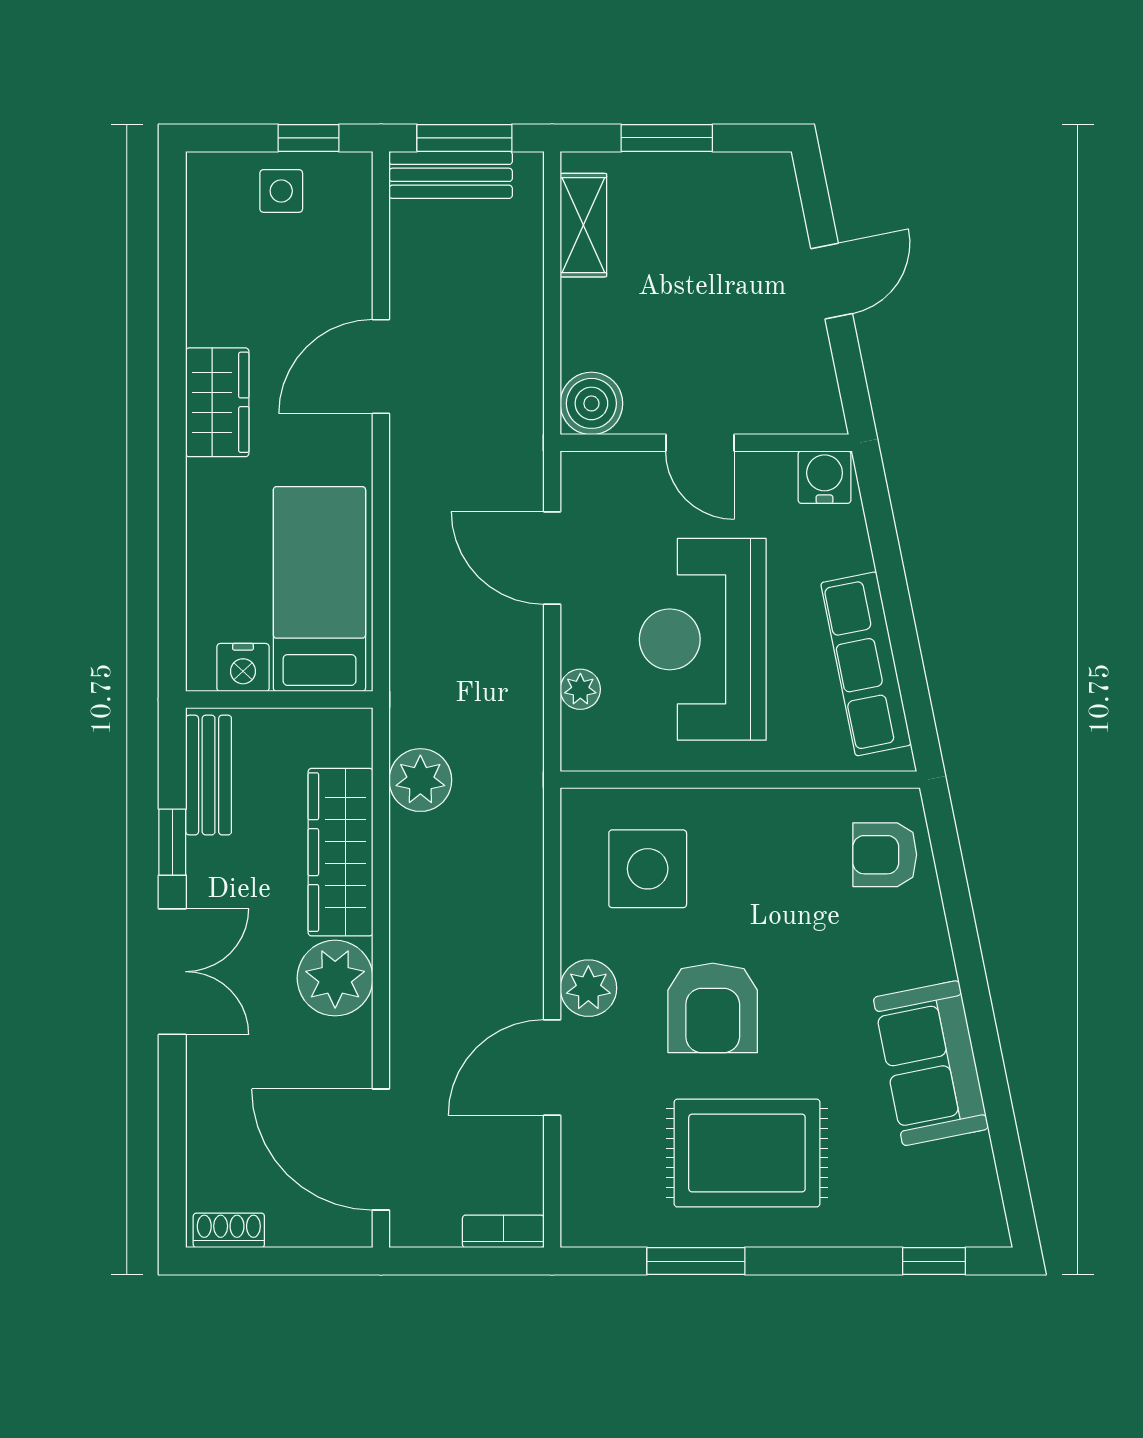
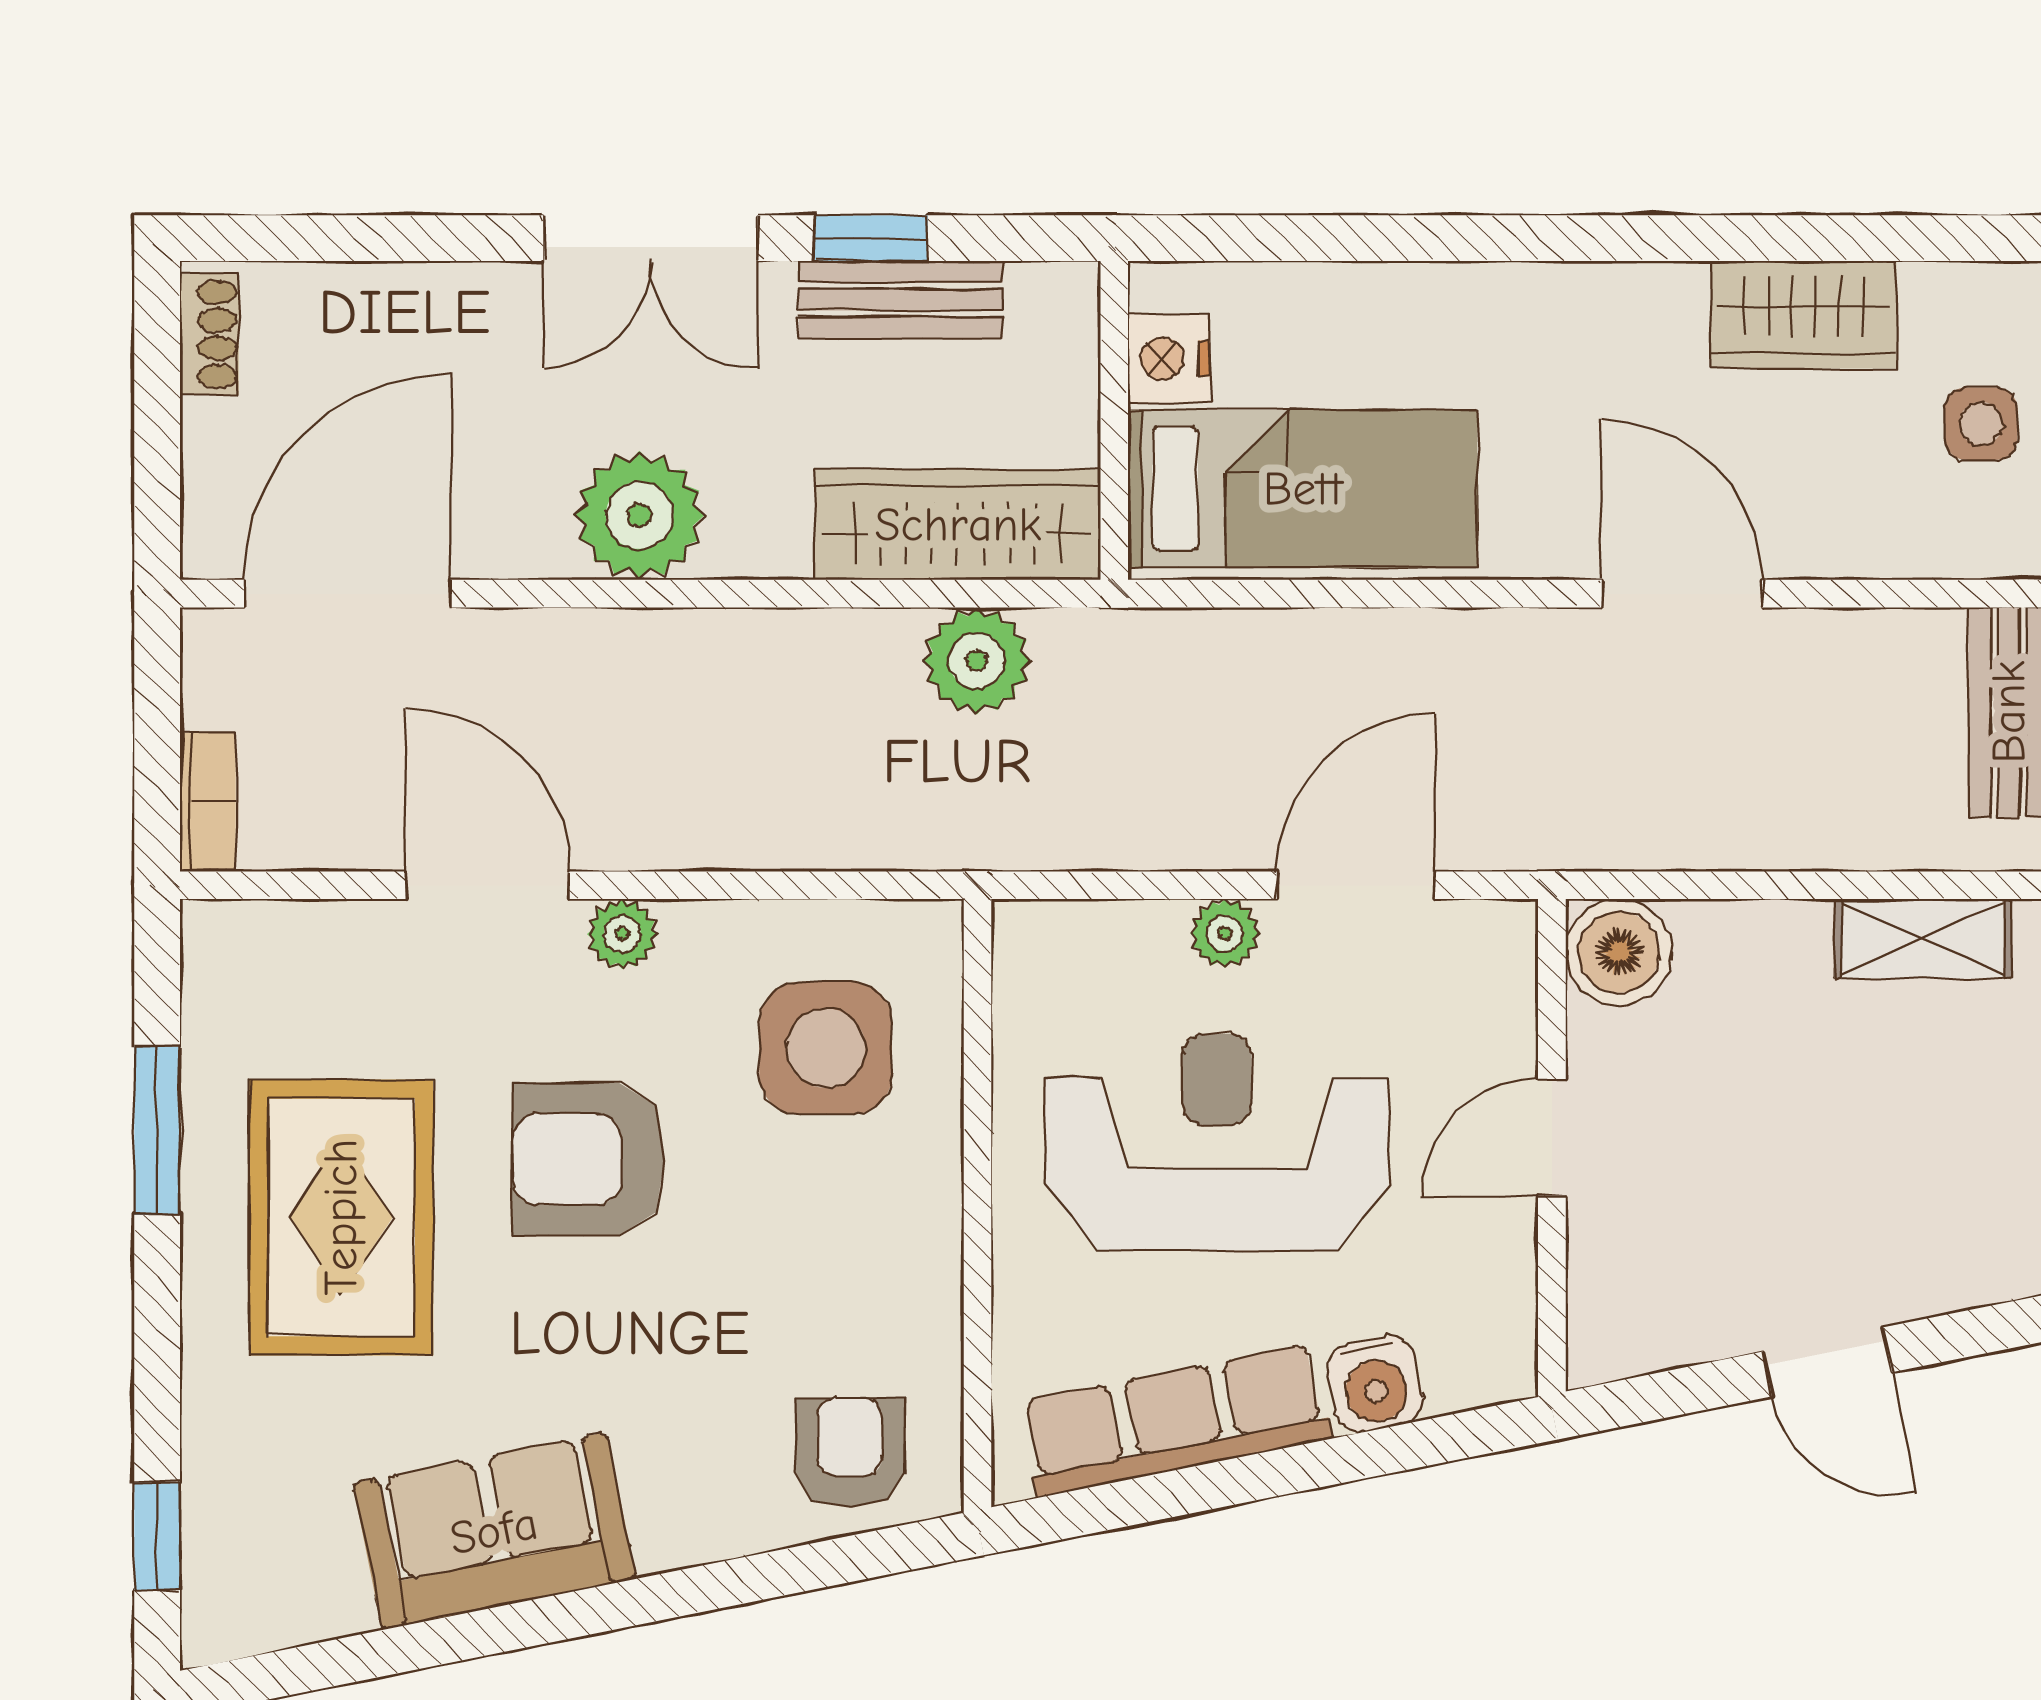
wardrobe: (217, 402) -> (1804, 315), moved
water cooler: (825, 477) -> (1375, 1384), moved, turned 79
plant: (580, 689) -> (1225, 933), moved
bench: (209, 775) -> (901, 300), moved
wardrobe: (341, 852) -> (958, 525), moved
plant: (588, 988) -> (622, 934), width x0.73, depth x0.73

